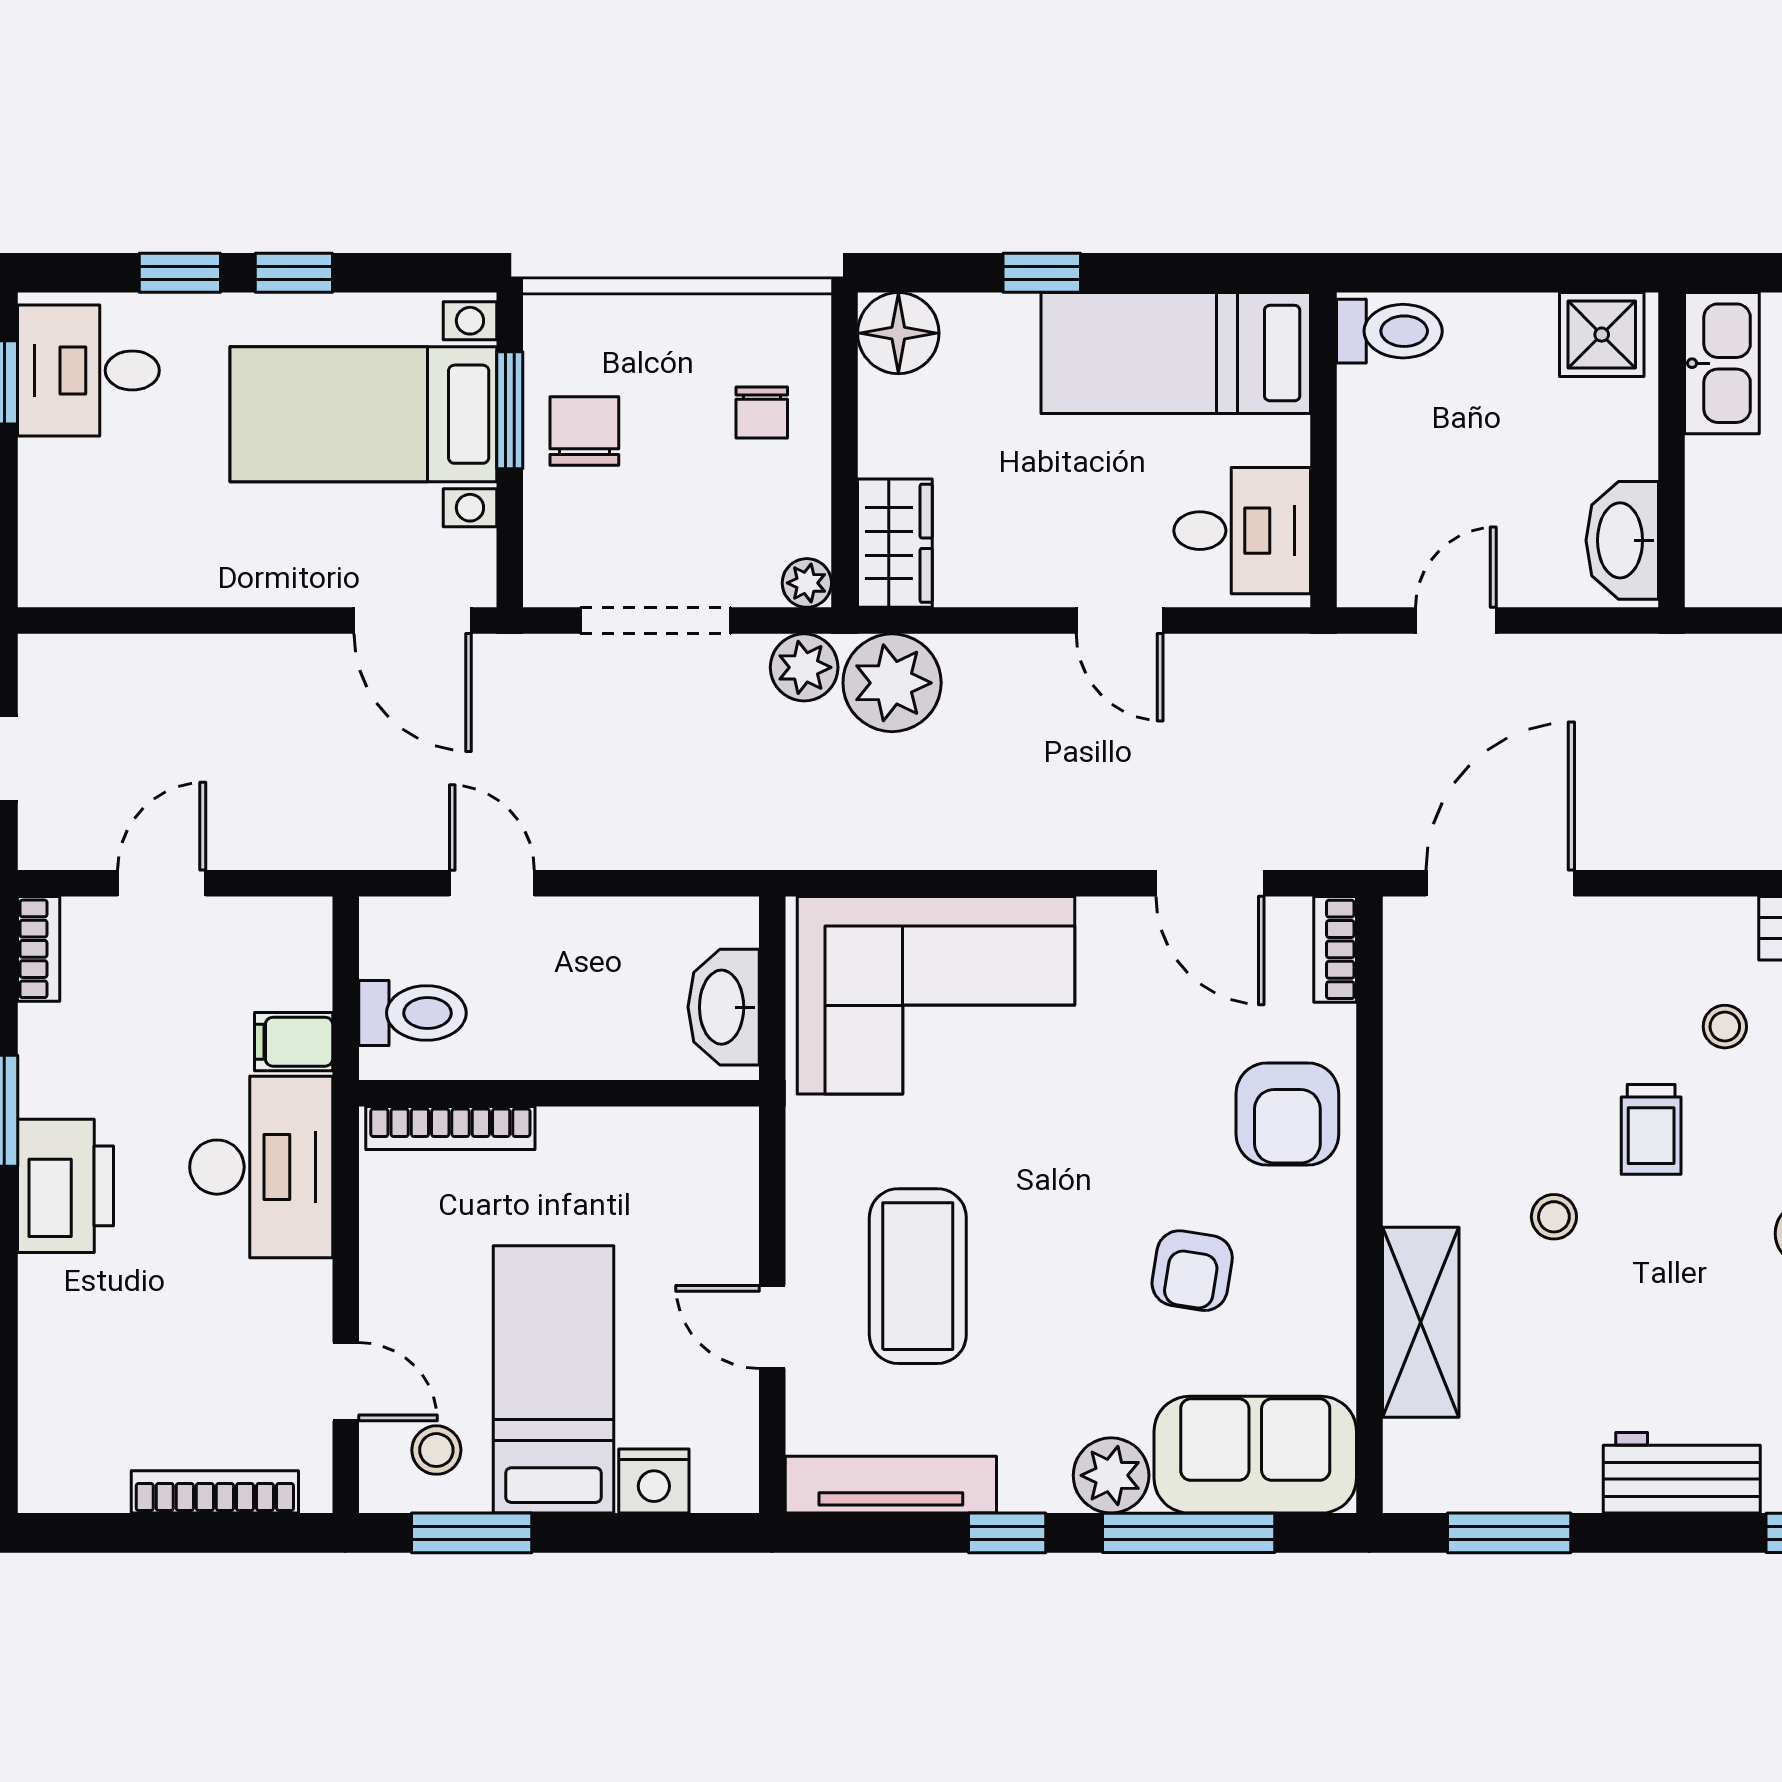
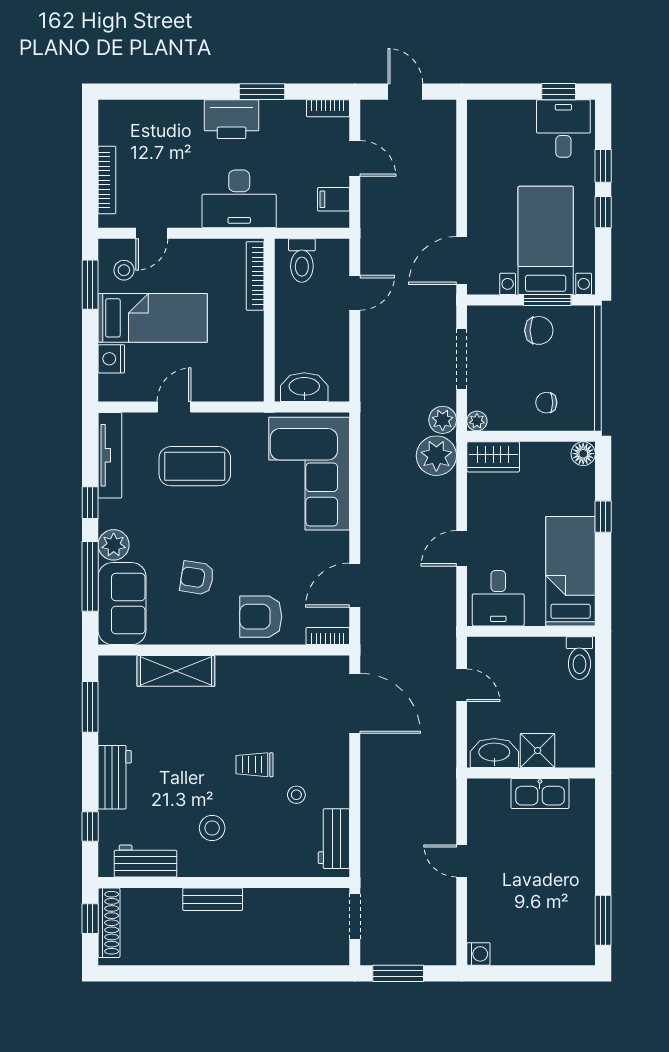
floor lamp: (898, 333) -> (583, 454), width x0.73, depth x0.73
shower: (1602, 335) -> (538, 751), moved
kitchen sink: (1722, 363) -> (540, 794), moved
filing cabinet: (294, 1042) -> (334, 199), moved, turned -90
stool: (1554, 1217) -> (219, 725), removed

